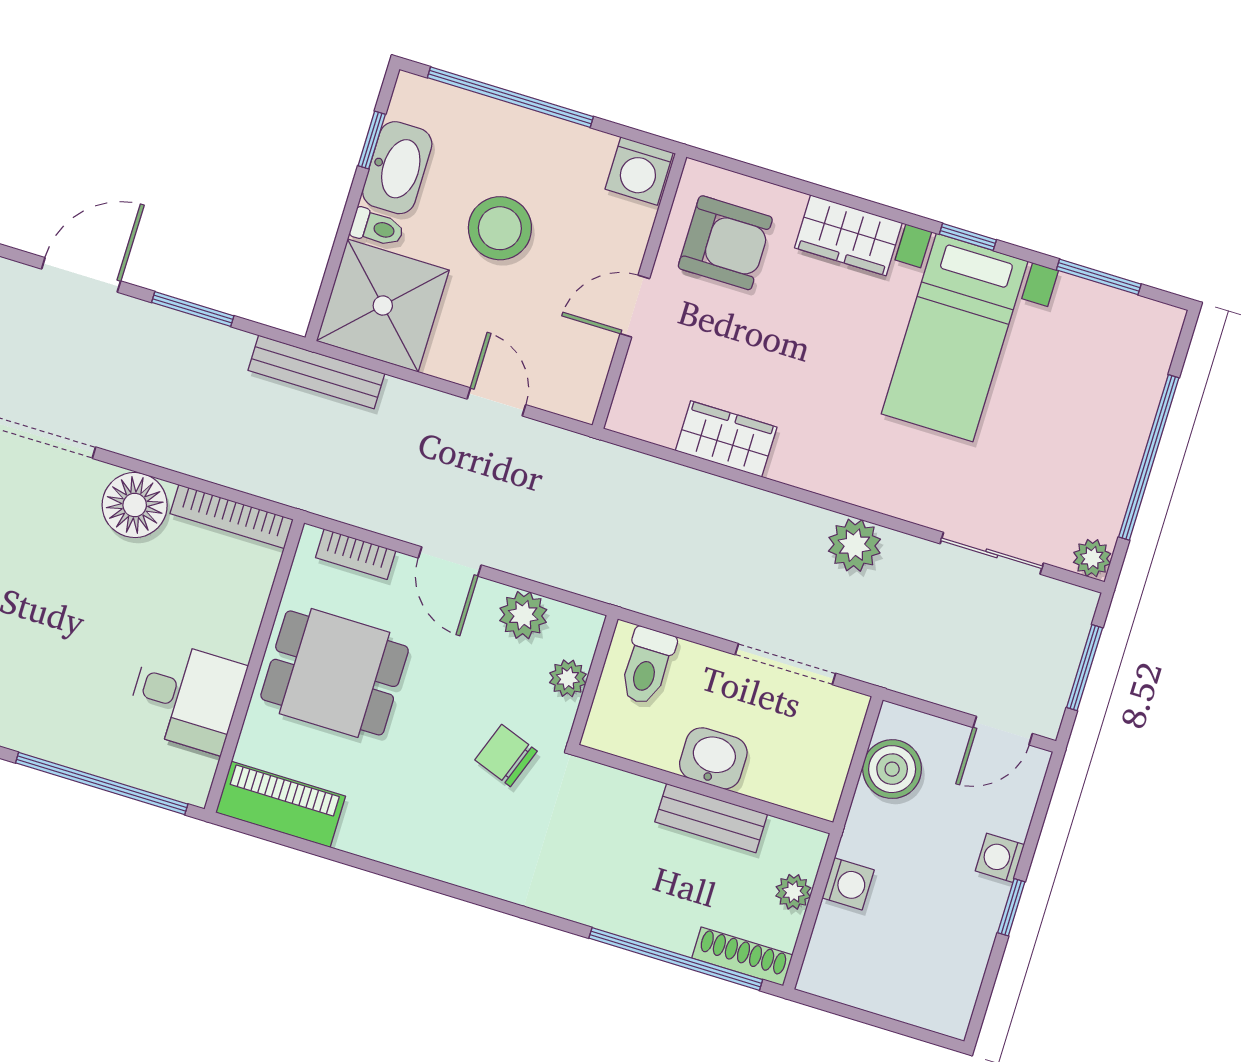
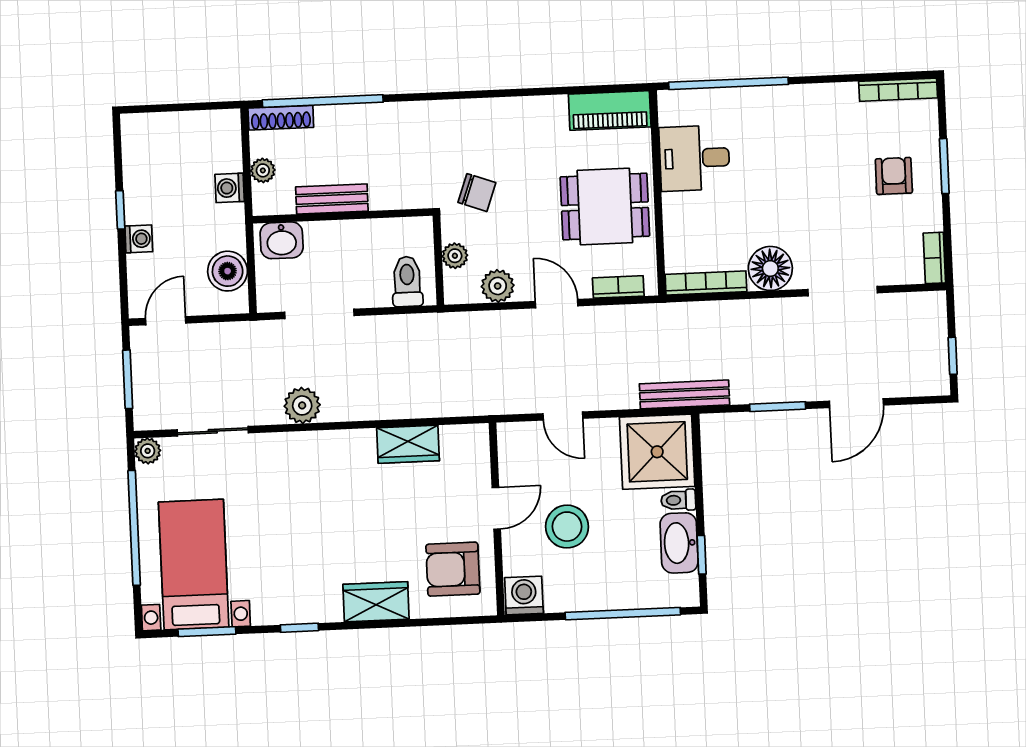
stool: (500, 228) -> (567, 527), moved
bed with nightstands: (955, 338) -> (194, 565), moved
washbasin: (713, 758) -> (282, 240), moved

